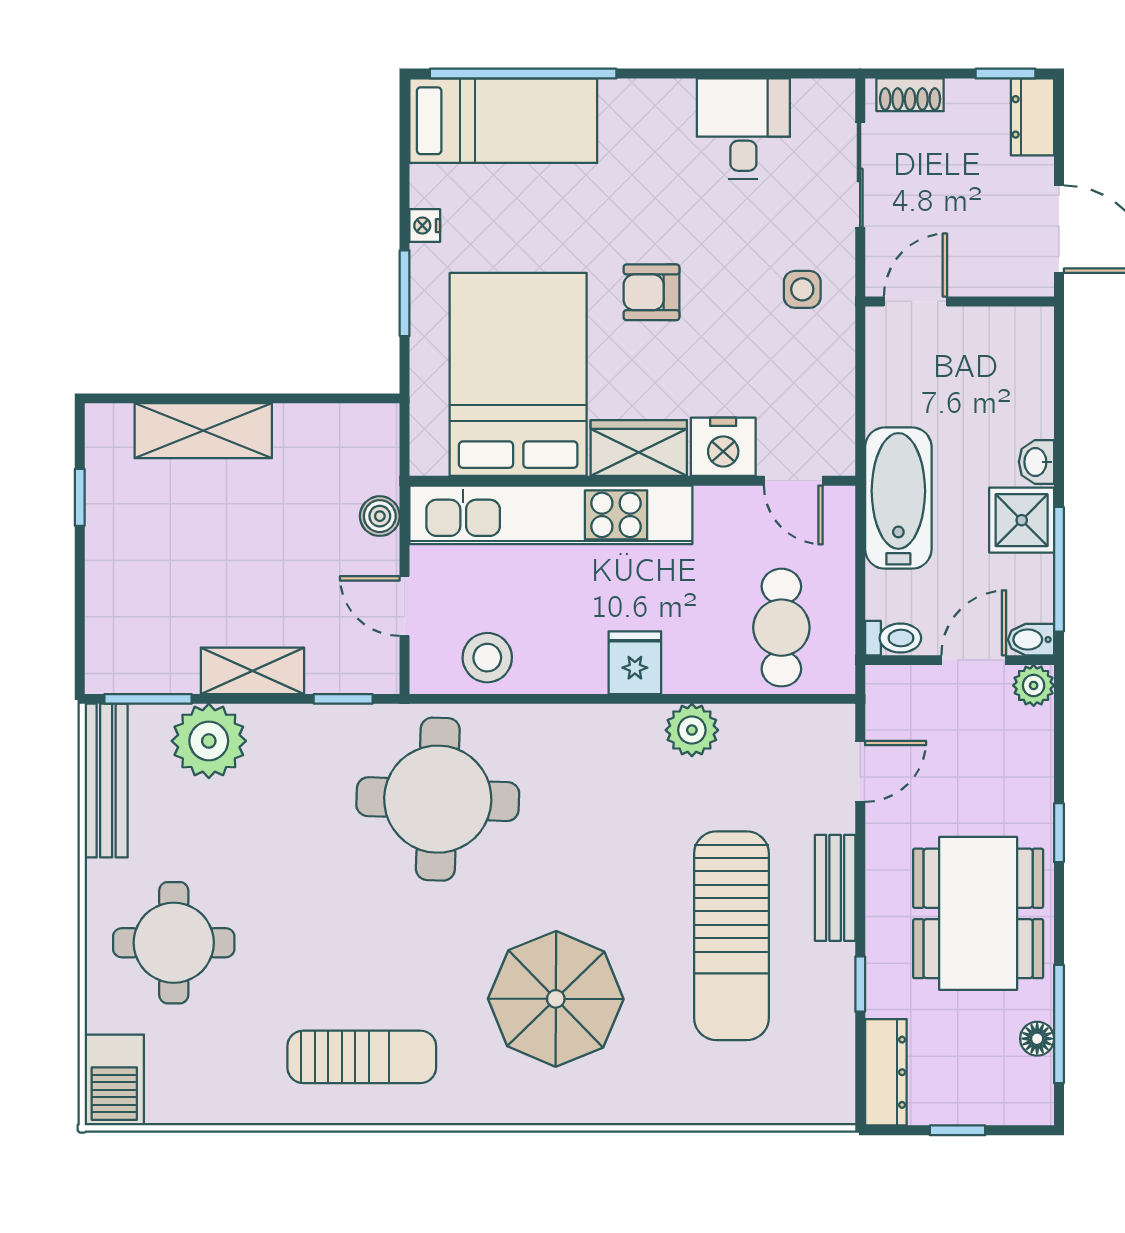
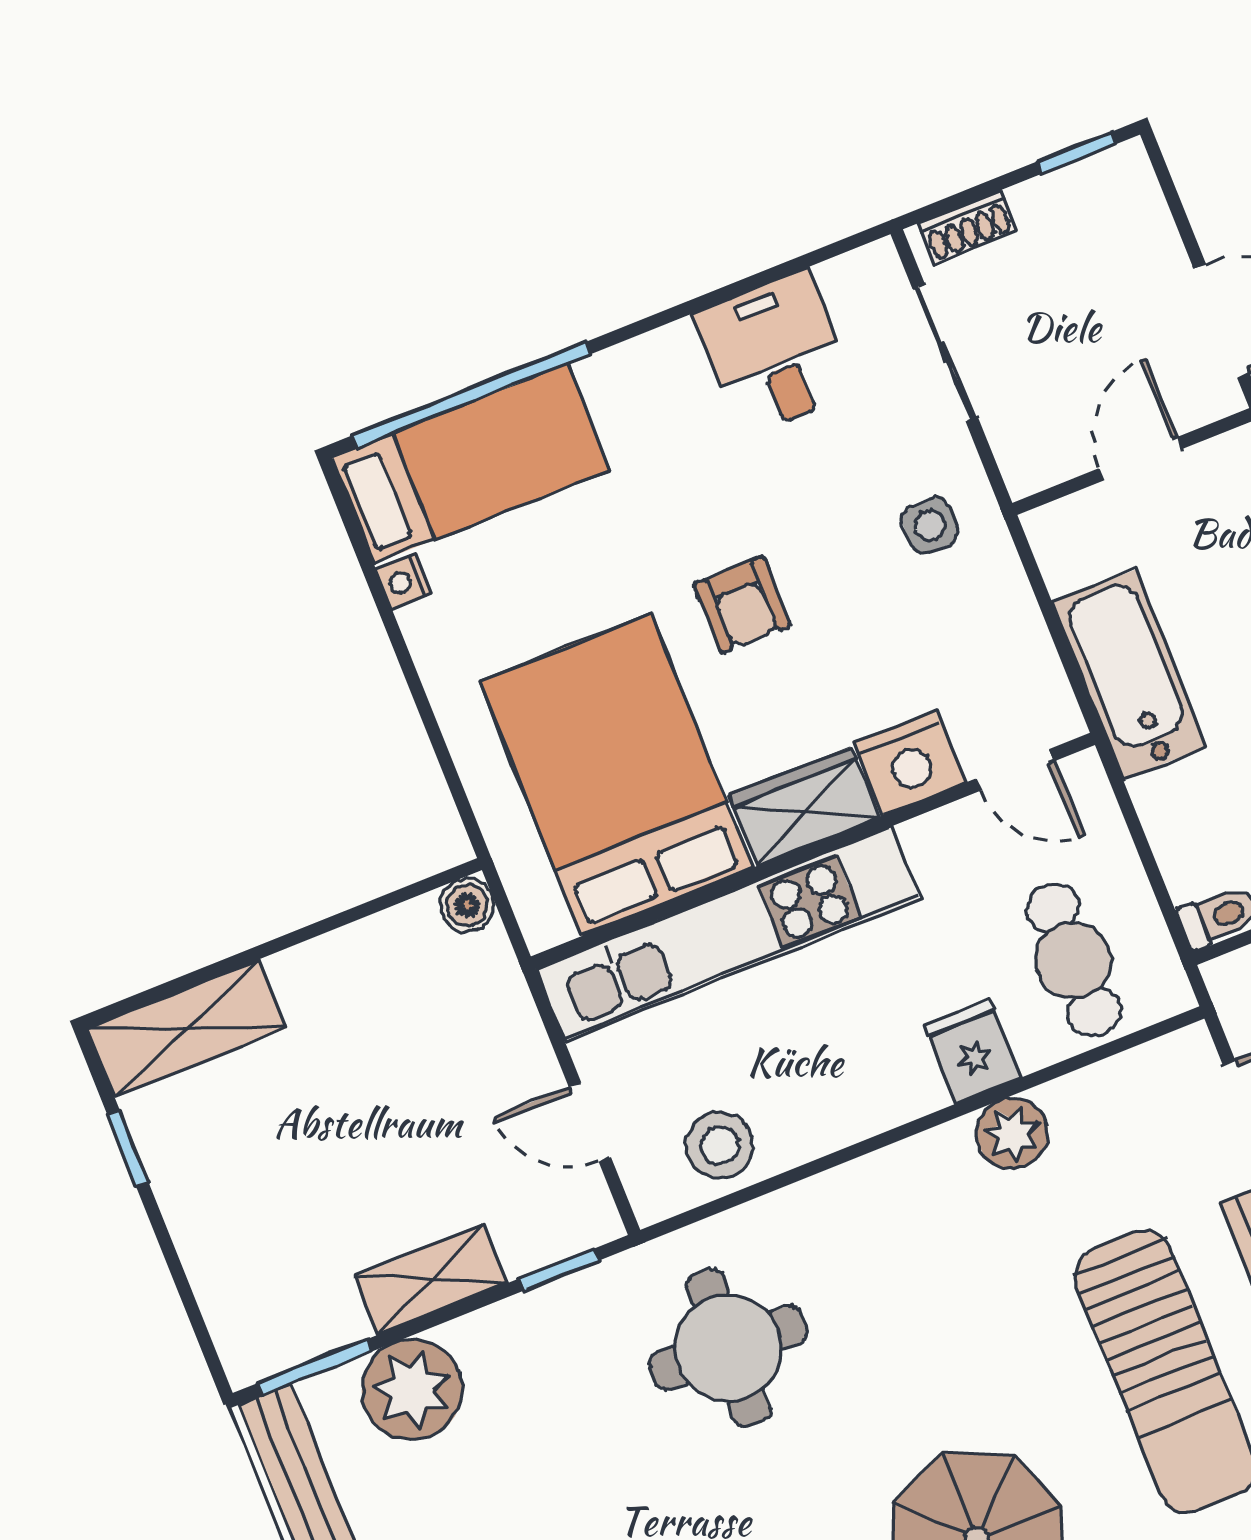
dresser: (1032, 117) -> (1132, 194), removed
nightstand: (425, 226) -> (403, 581), moved
armchair: (651, 292) -> (742, 605), turned -90
window: (405, 293) -> (433, 730), removed
door: (915, 301) -> (1140, 459), moved
shelving: (203, 431) -> (187, 1028), moved
bathtub: (898, 498) -> (1129, 675), moved
boiler: (380, 516) -> (467, 905), moved
fridge: (635, 663) -> (973, 1051), moved
round table: (438, 799) -> (728, 1348), width x0.73, depth x0.73

